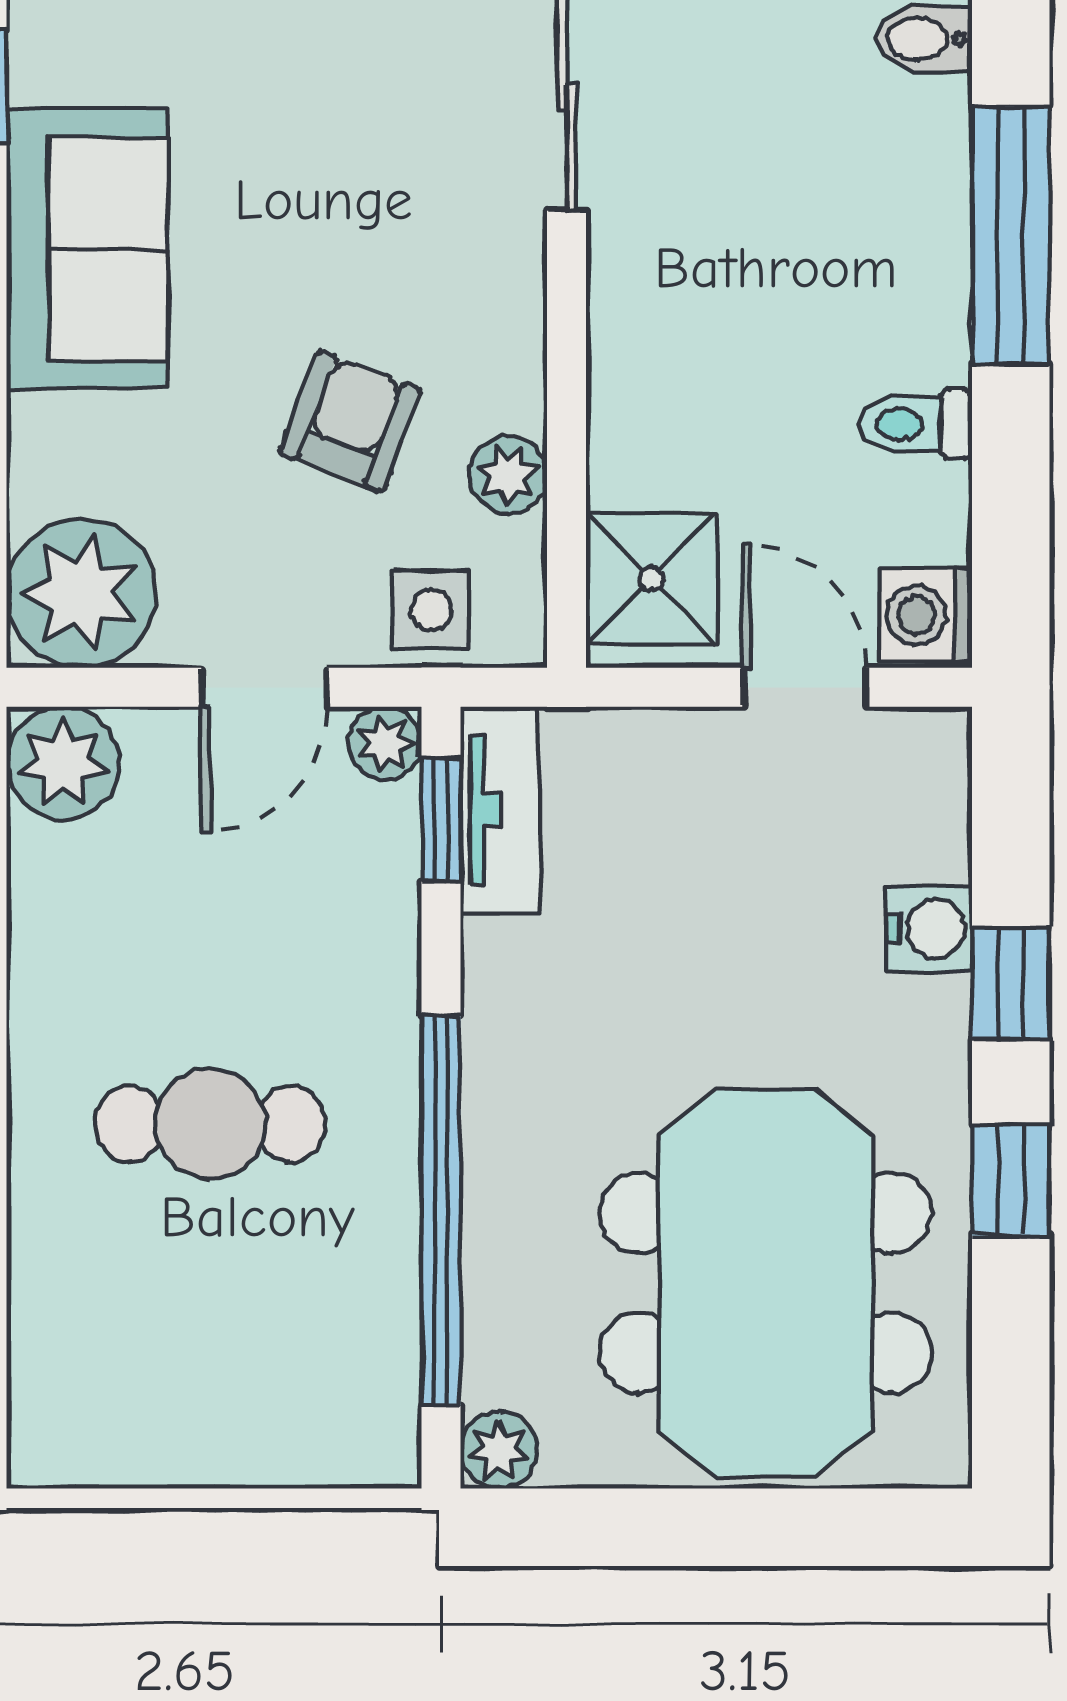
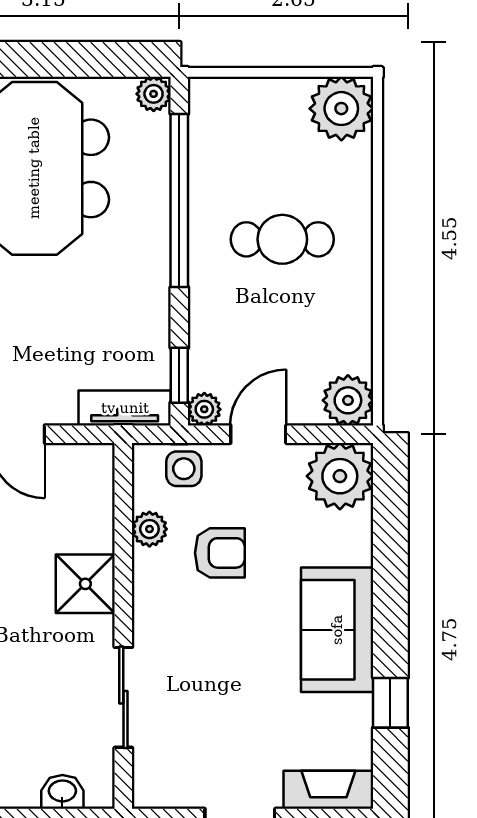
armchair: (350, 421) -> (220, 553), turned -111
shower: (652, 579) -> (85, 584), moved
tv unit: (500, 810) -> (125, 408), moved, turned 90
plant: (78, 1417) -> (341, 109), added

